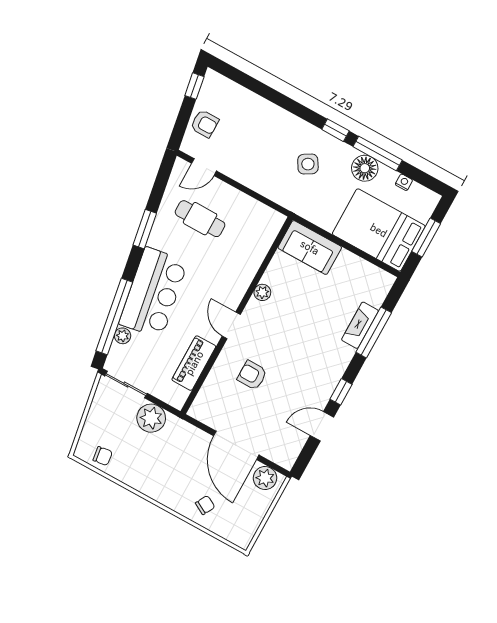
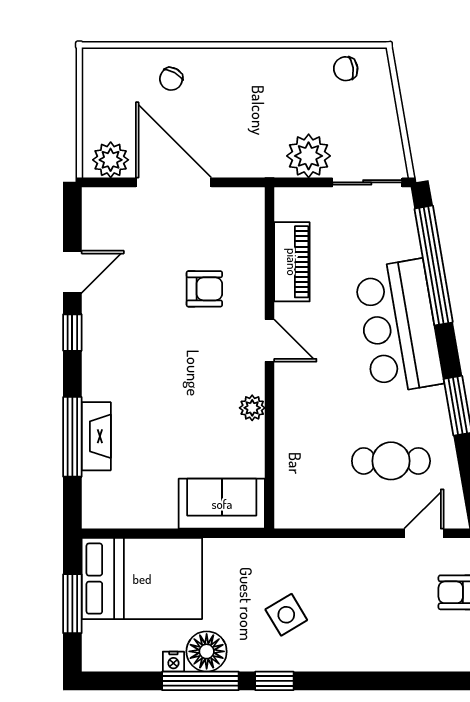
nightstand: (404, 182) -> (173, 662), moved
plant: (123, 336) -> (408, 245), removed

